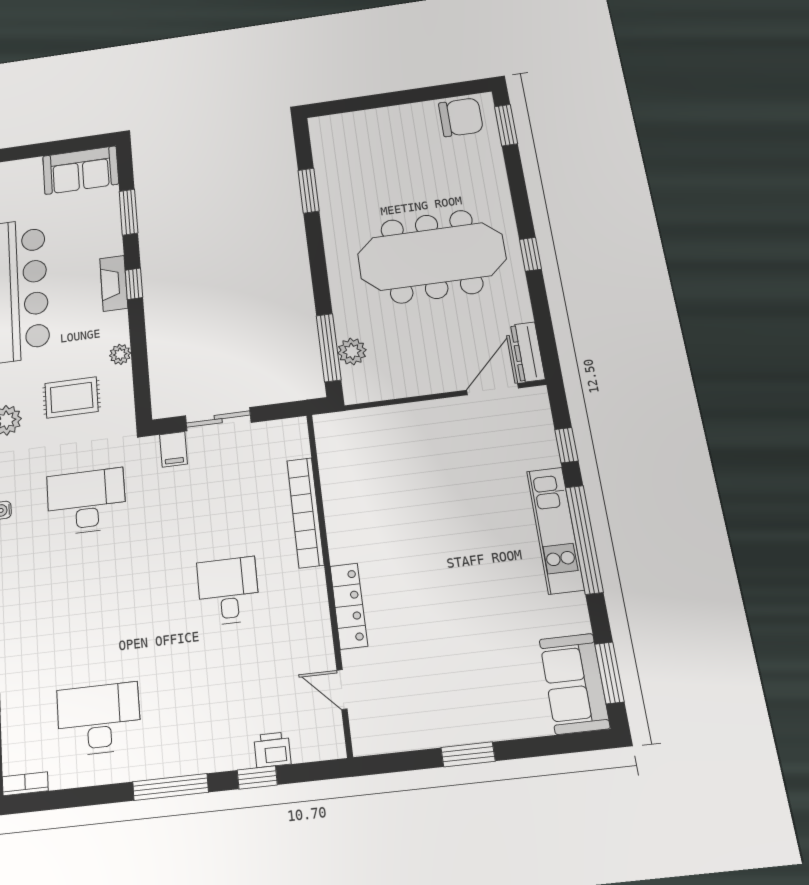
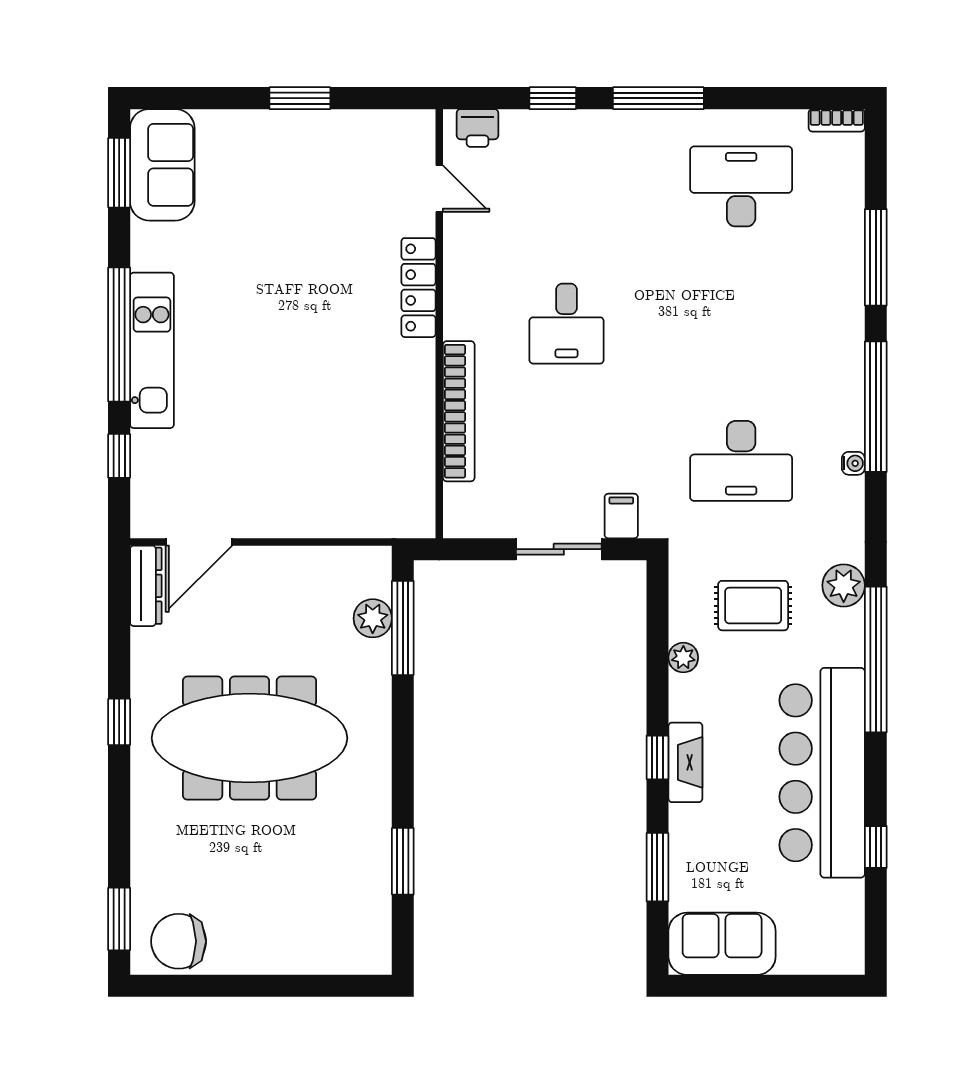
desk: (99, 719) -> (741, 186), turned 180
printer: (272, 750) -> (478, 128), moved

